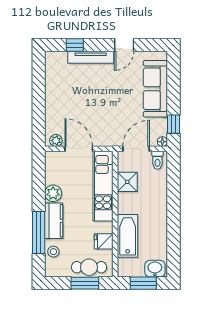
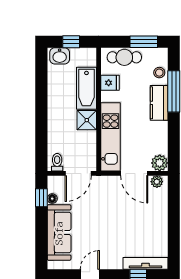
tv unit: (91, 57) -> (145, 263), moved
floor lamp: (162, 142) -> (52, 199), moved
shower: (127, 182) -> (87, 120), moved
plant: (53, 193) -> (160, 163), moved
window: (85, 283) -> (144, 42), moved
window: (143, 283) -> (71, 42), width x0.67

